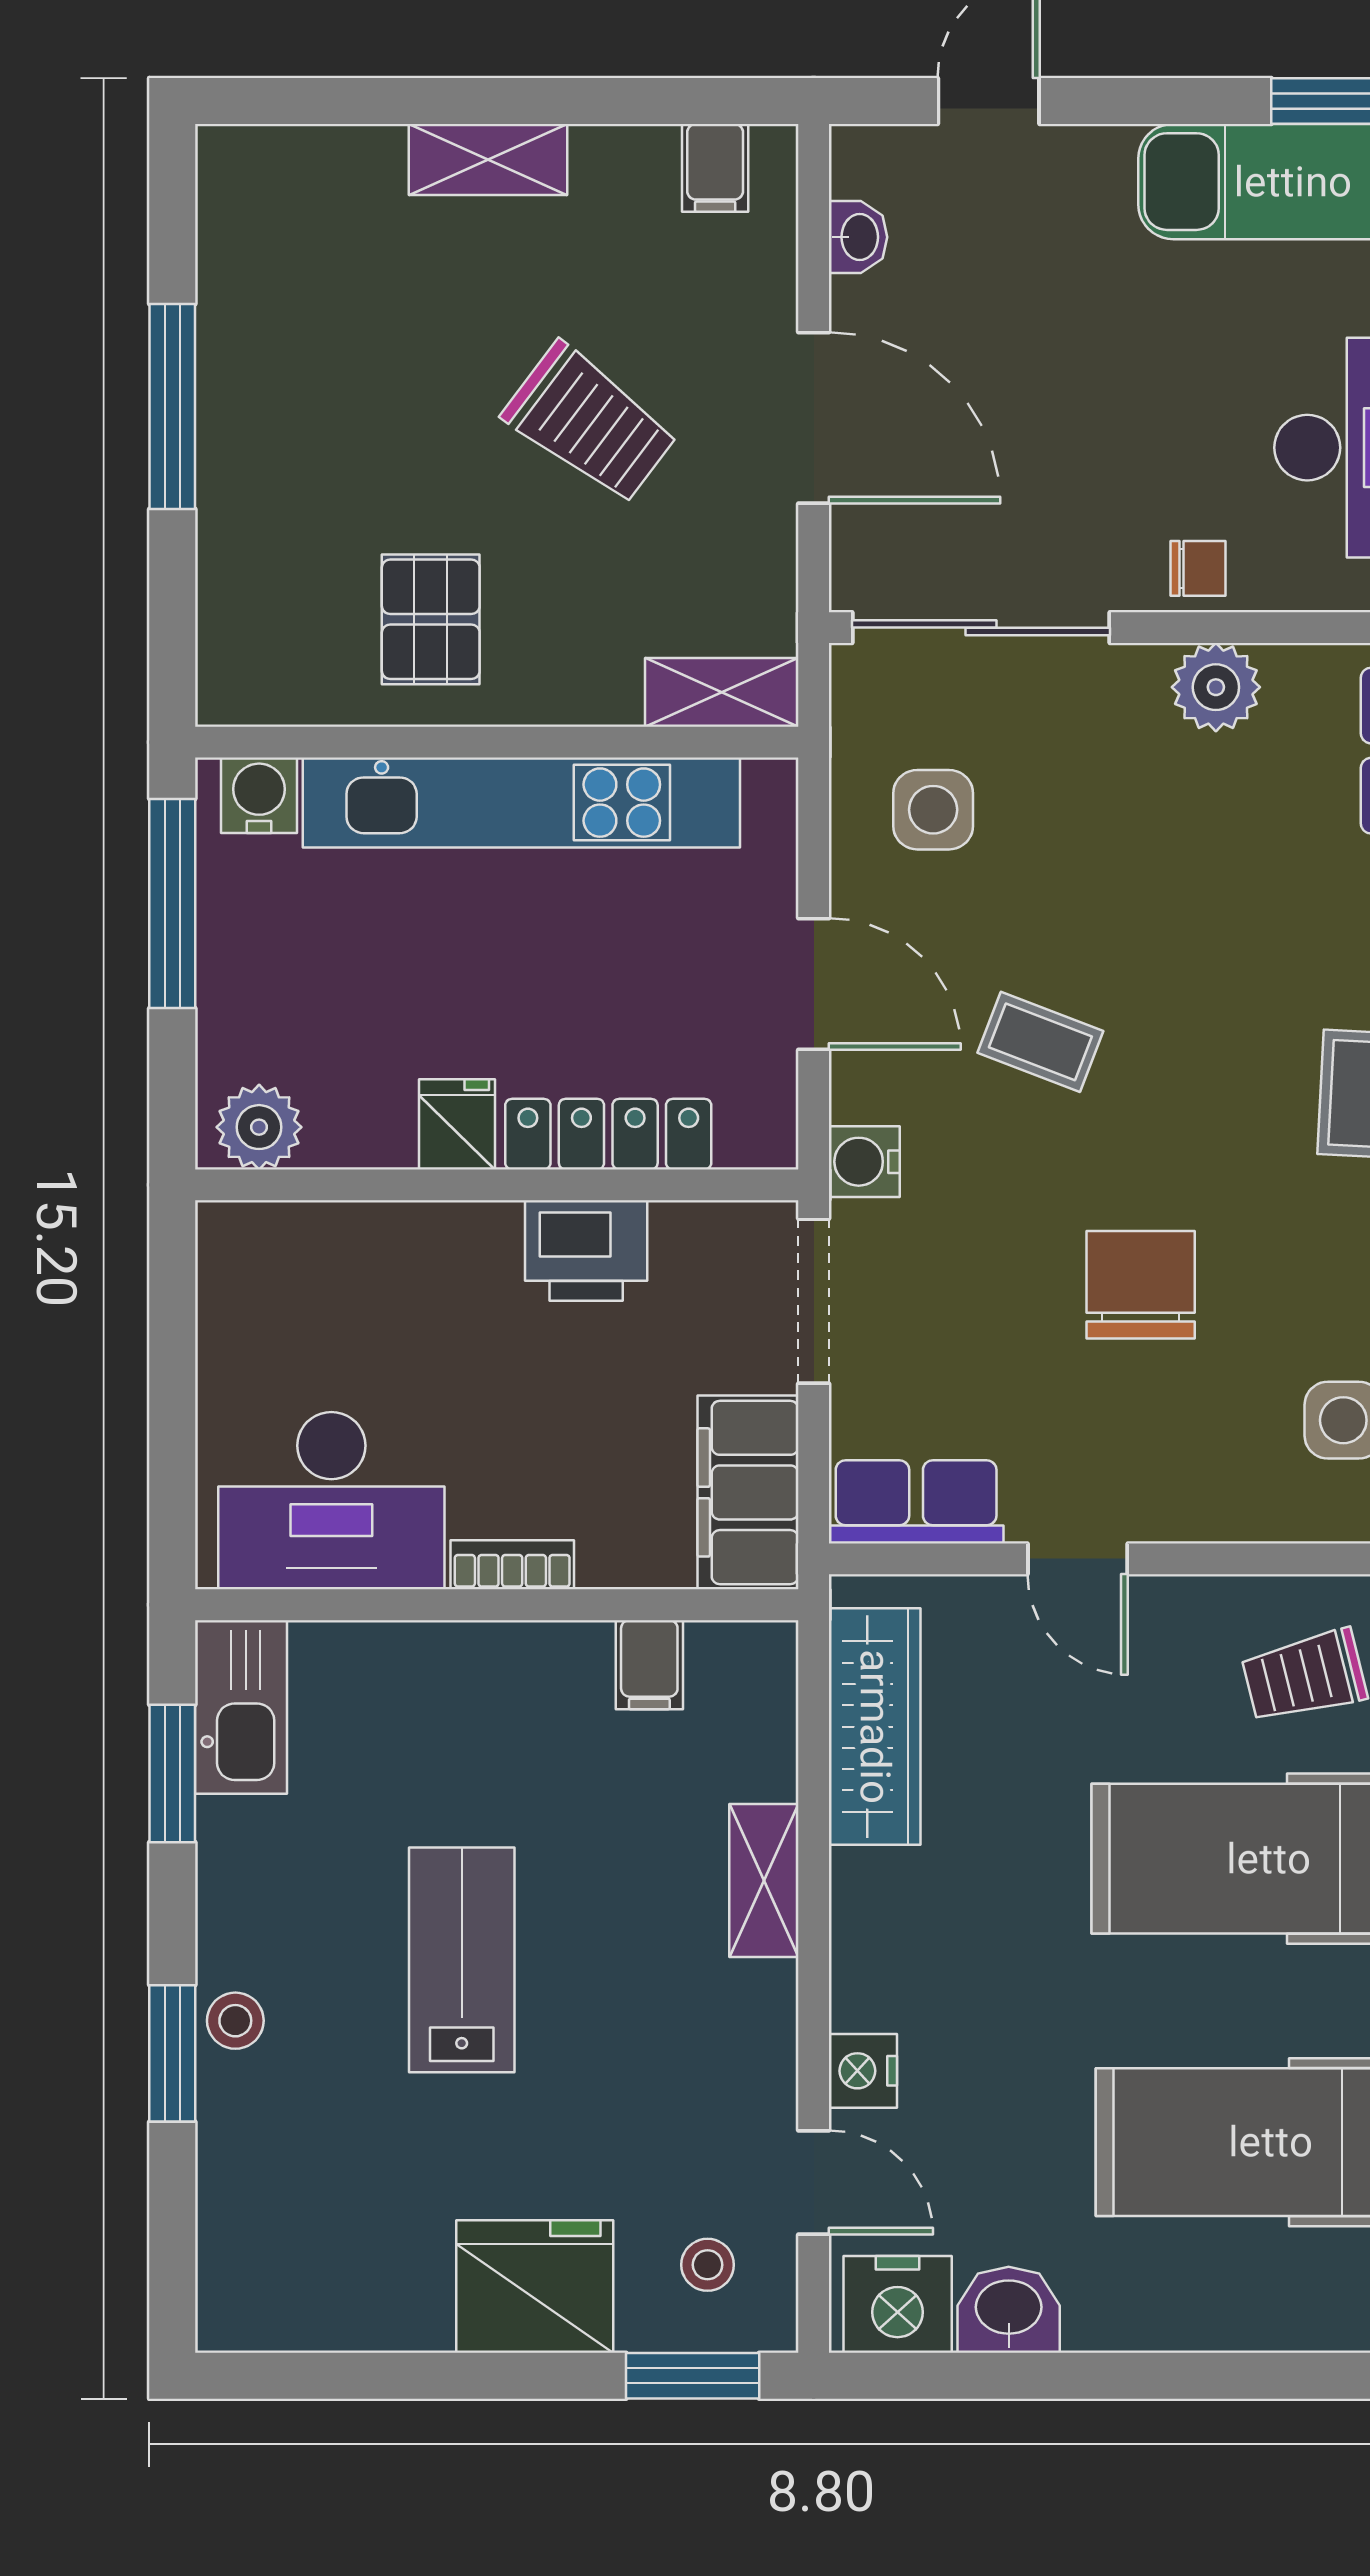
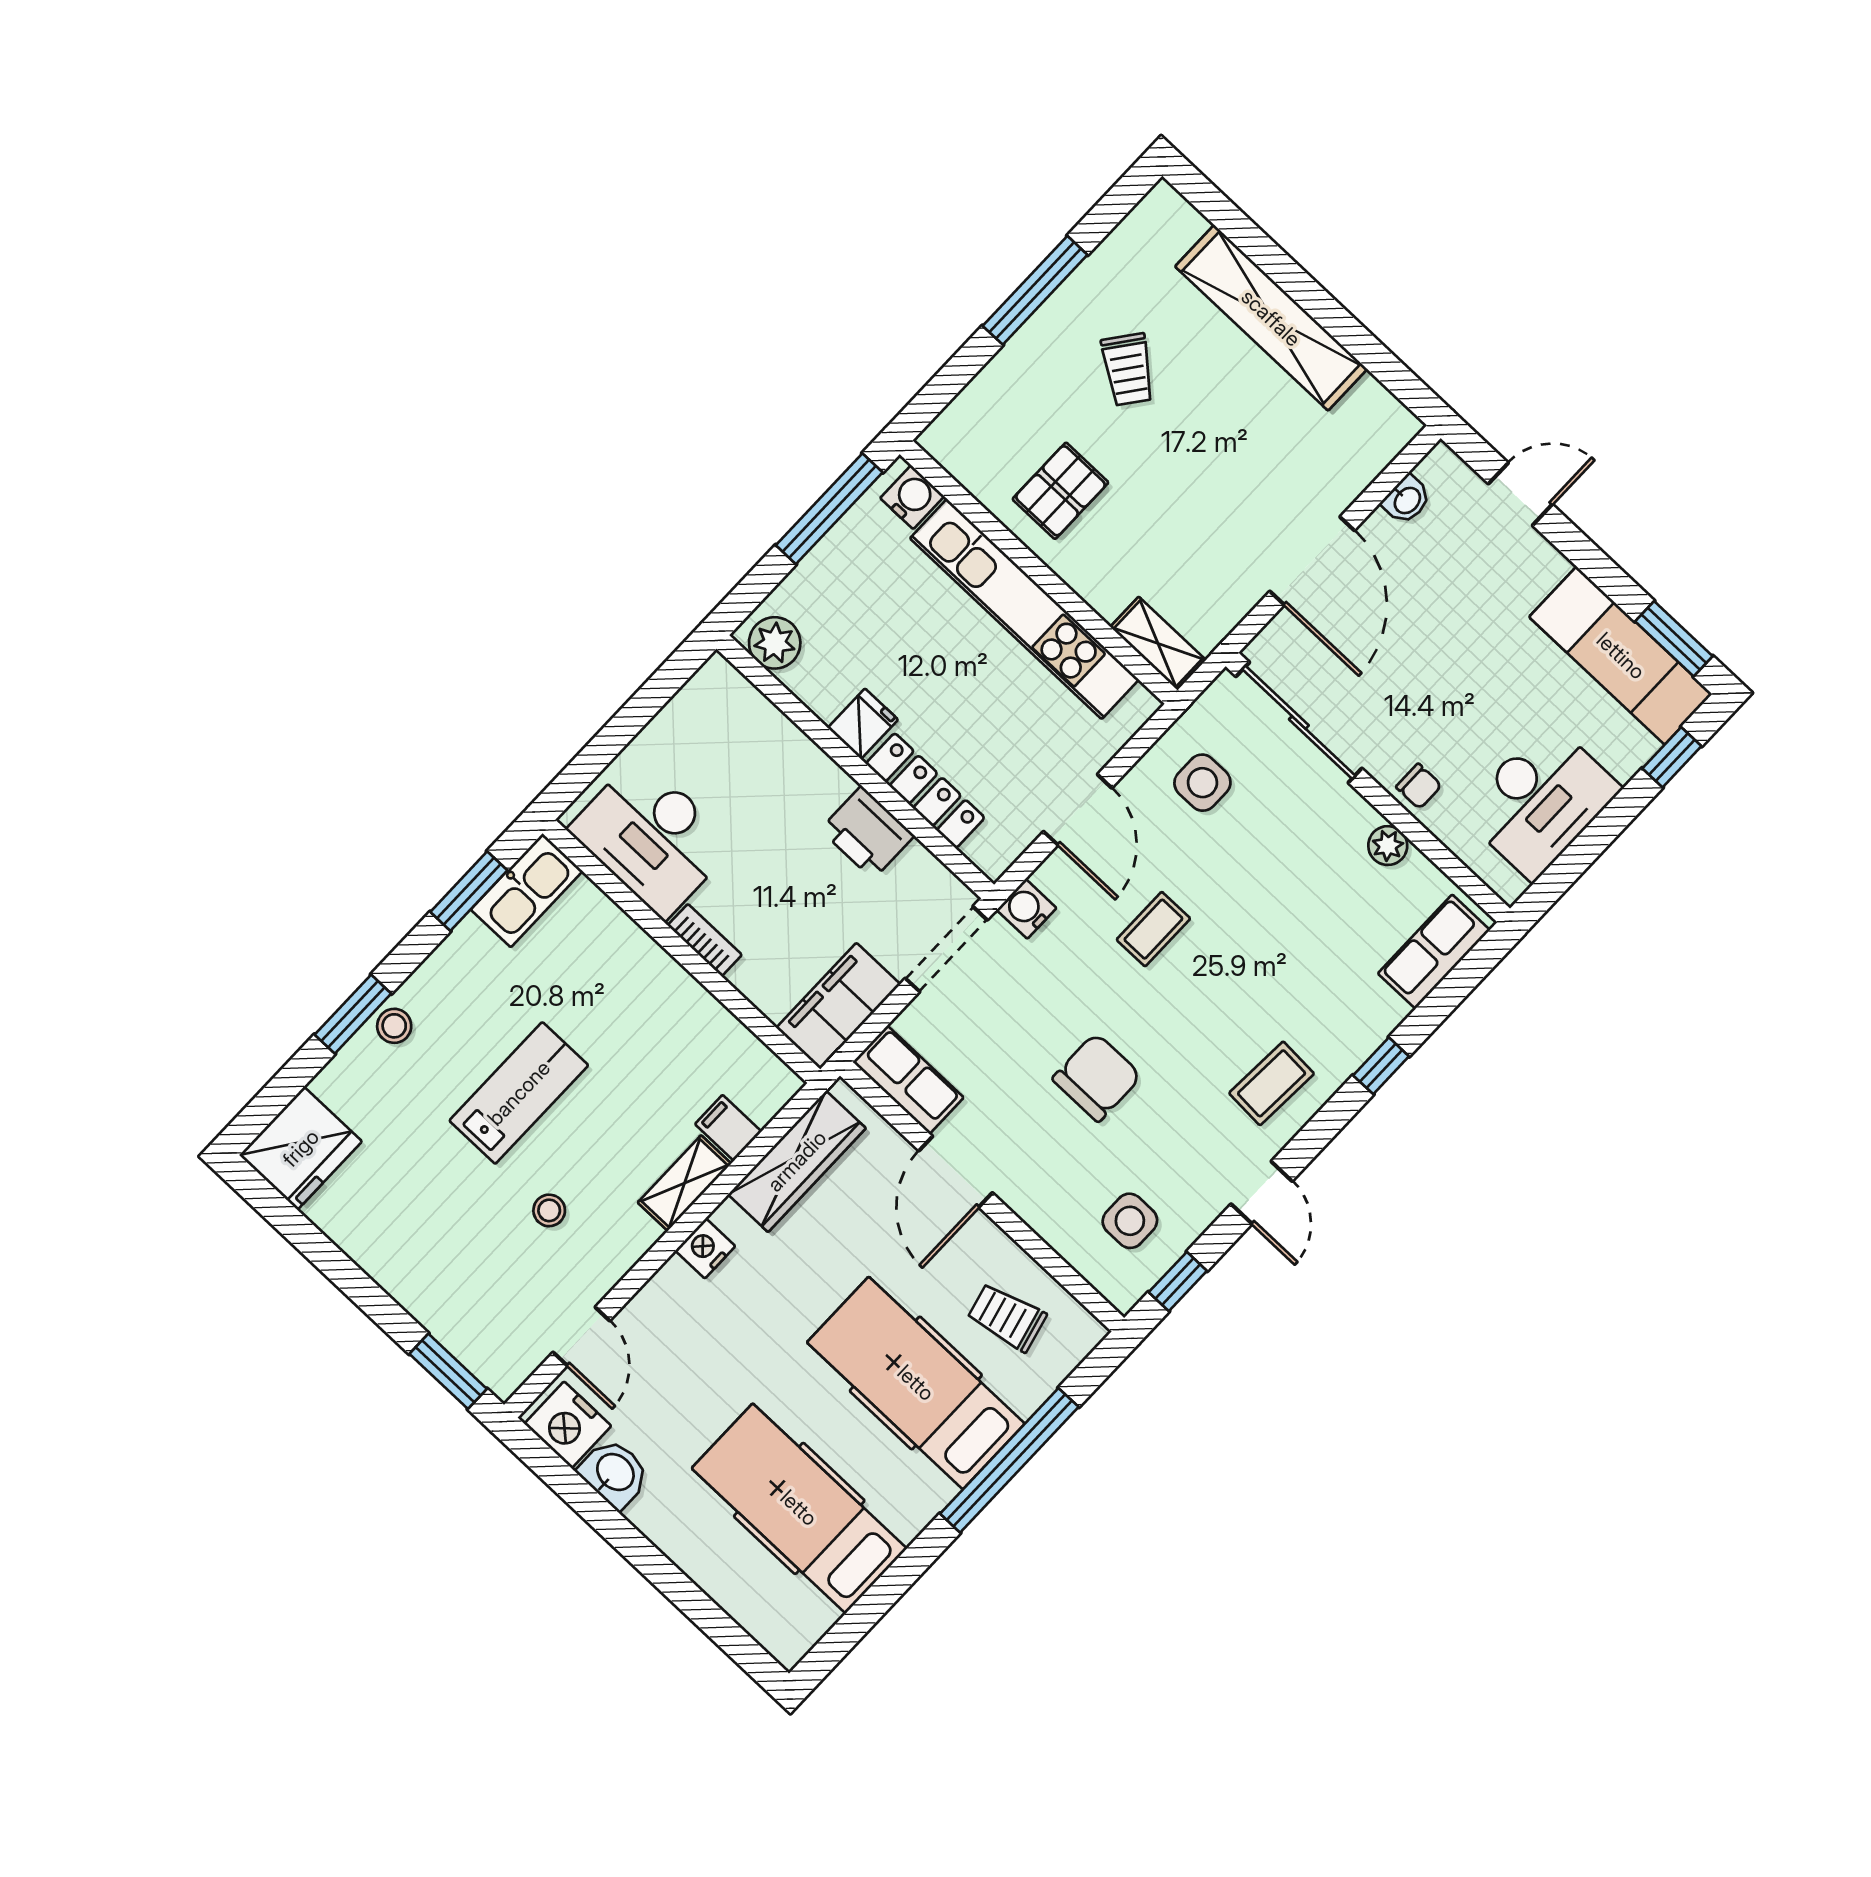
shelving: (488, 160) -> (1271, 318), width x2.20, depth x1.33
filing cabinet: (715, 168) -> (1372, 410), removed
trolley: (590, 423) -> (1128, 369), moved, width x0.73, depth x0.72
plant: (1216, 687) -> (1388, 846), width x0.73, depth x0.73
coffee table: (1040, 1042) -> (1153, 929), turned 69
door: (1078, 1559) -> (956, 1172), width x1.38
filing cabinet: (649, 1665) -> (728, 1128), moved, turned 90
nightstand: (863, 2071) -> (705, 1248), moved
stool: (708, 2265) -> (549, 1210), moved
fridge: (535, 2286) -> (301, 1148), moved, turned 90

